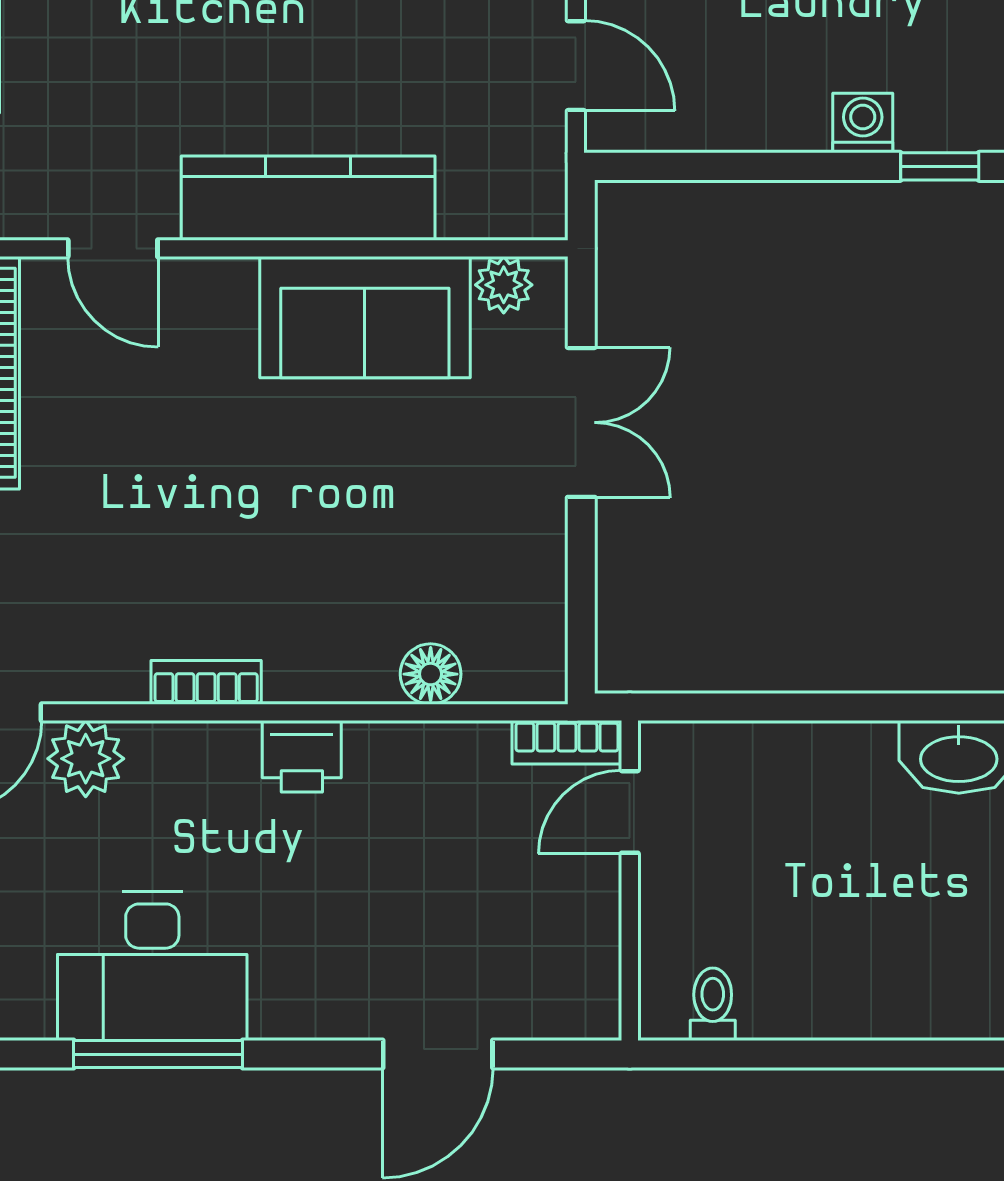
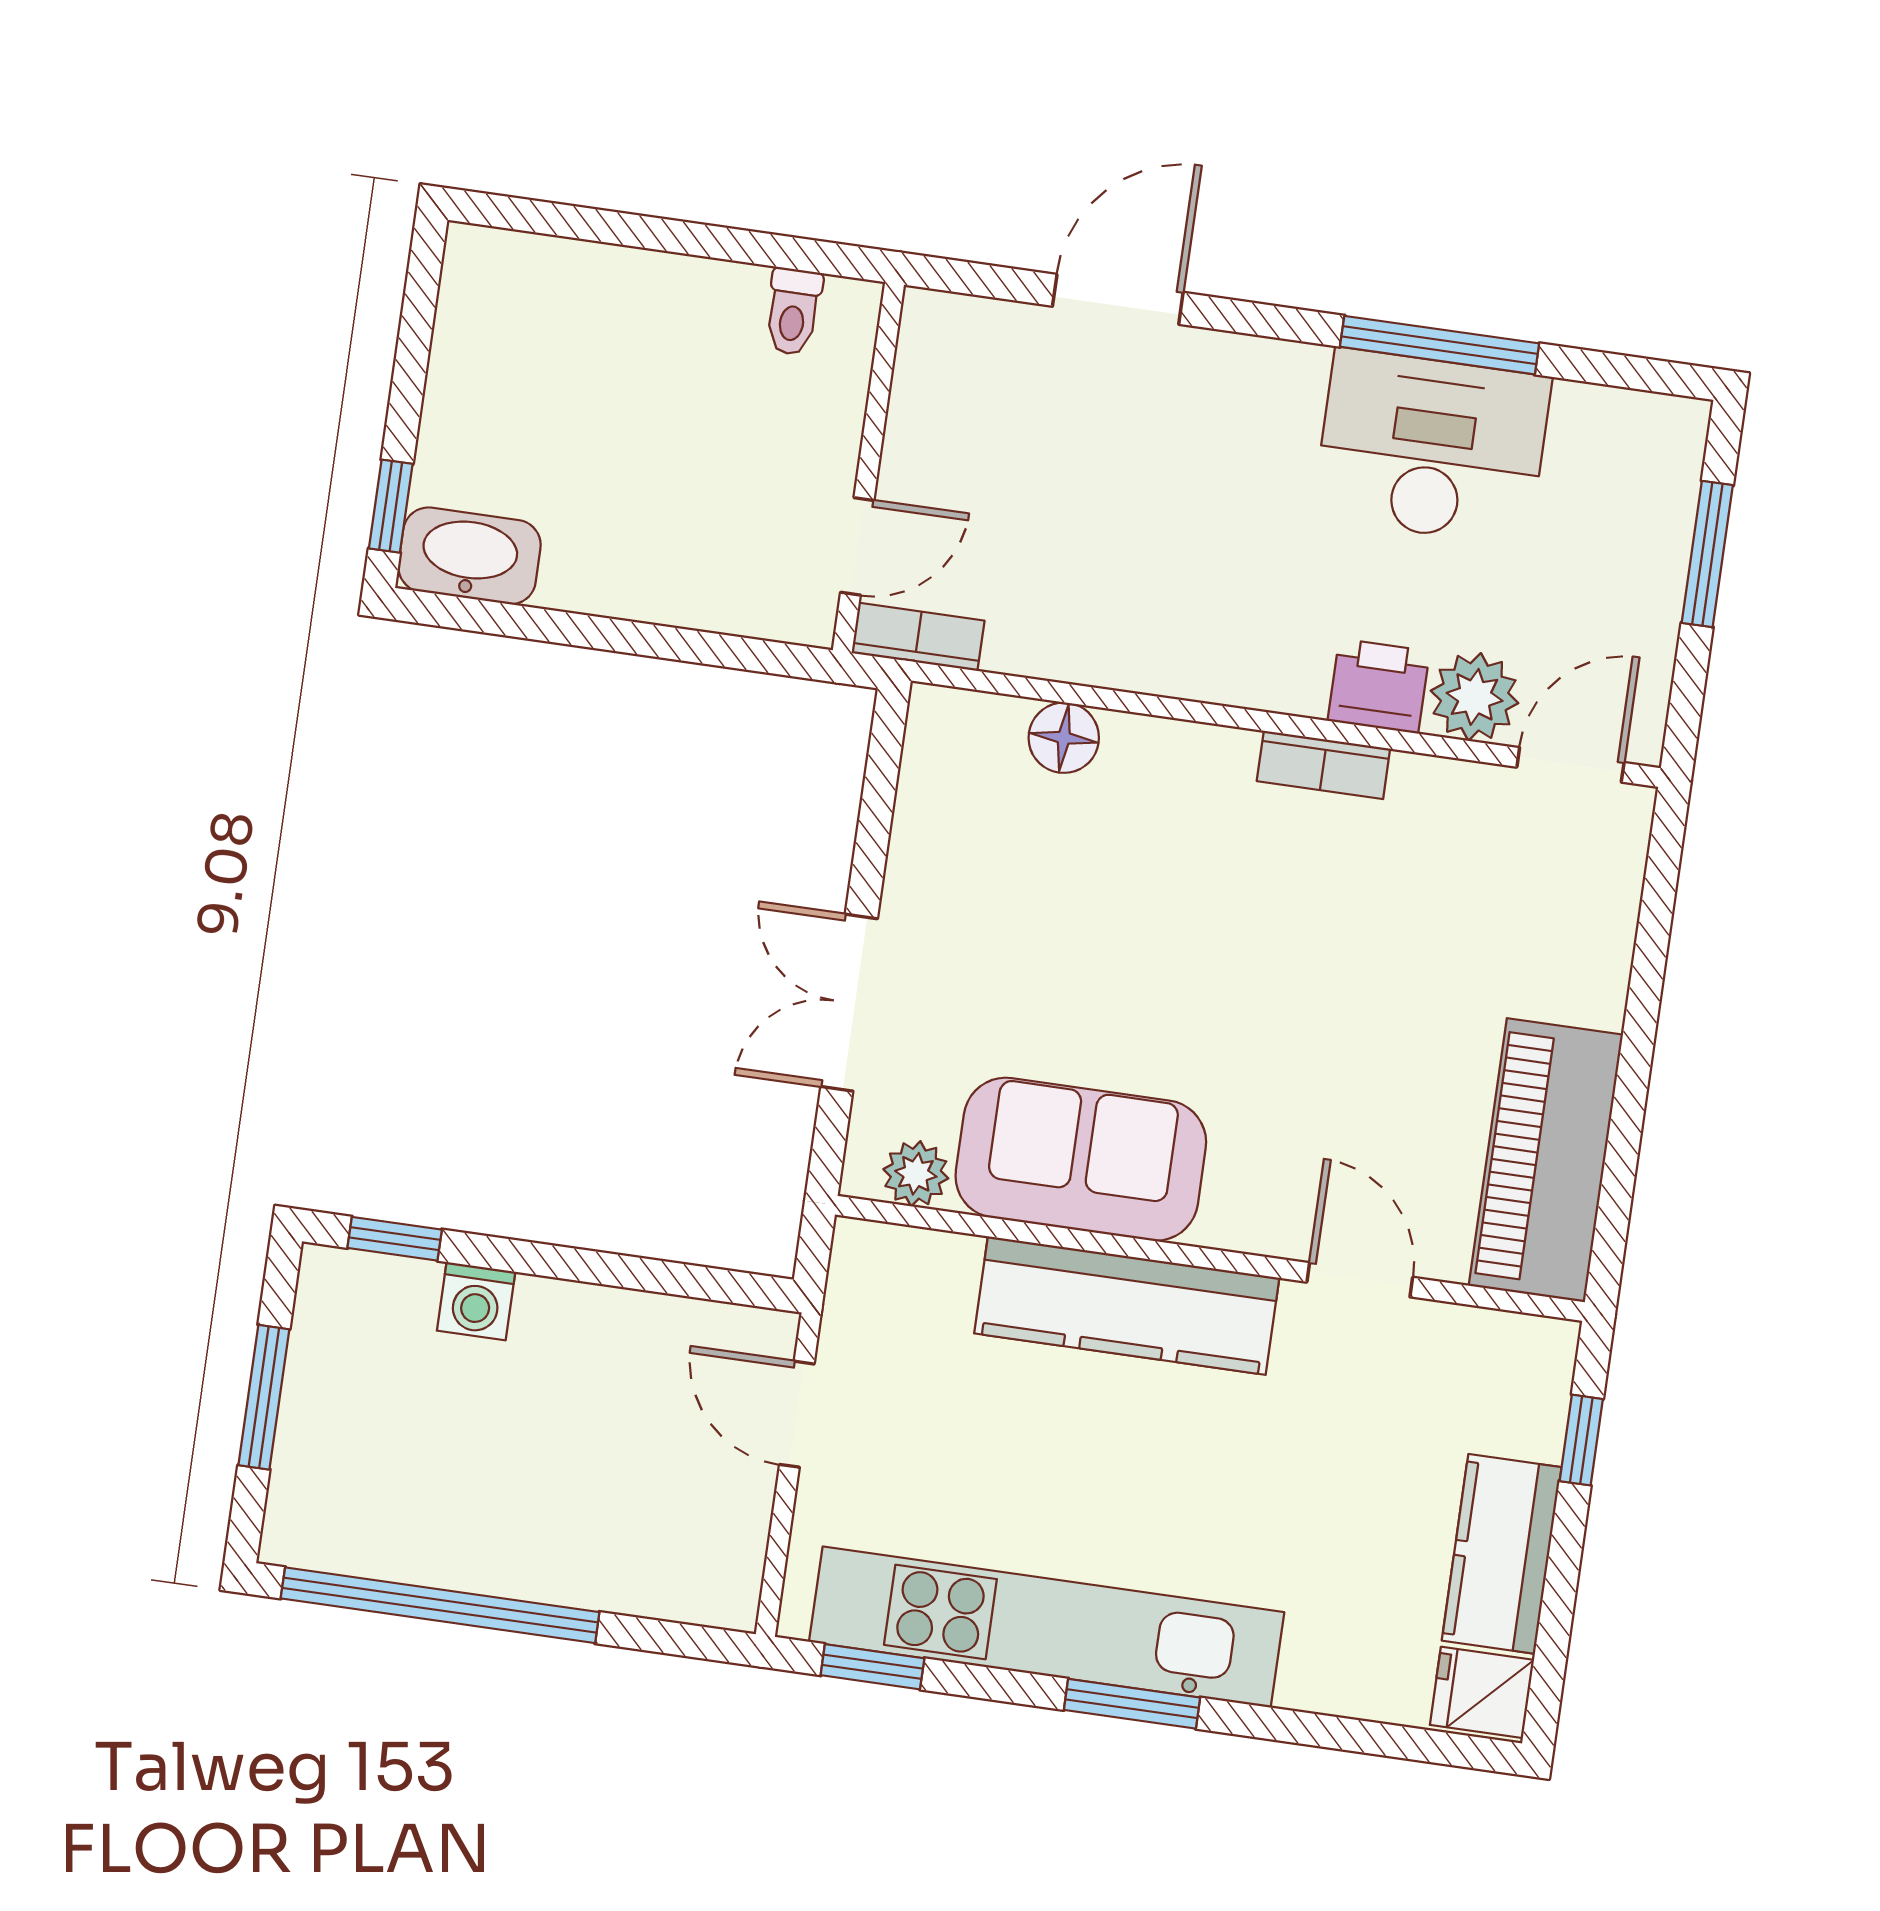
printer: (302, 756) -> (1379, 686), moved

